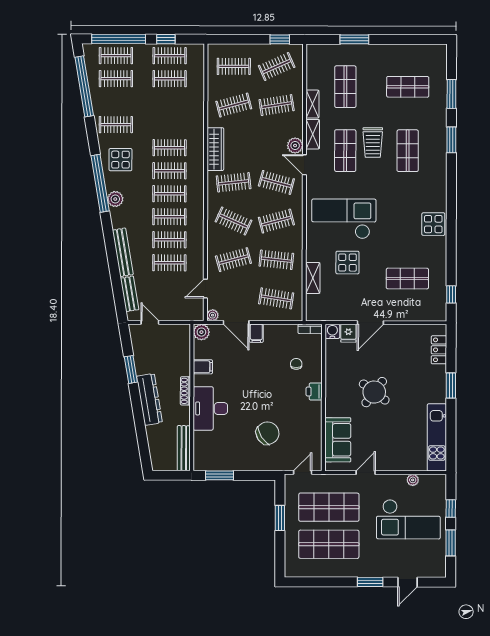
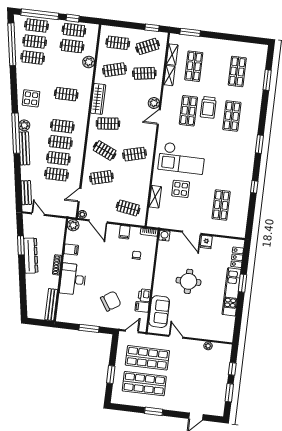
window: (354, 39) -> (190, 32), moved
shop shelf: (408, 87) -> (237, 71), turned 90
plant: (196, 99) -> (89, 62), added
clothes rail: (116, 125) -> (33, 58), moved
shelving: (313, 134) -> (172, 55), moved
window: (451, 140) -> (259, 144), moved
door: (304, 165) -> (159, 117), hinge flipped
clothes rail: (169, 171) -> (64, 110), removed
clothes rail: (276, 182) -> (138, 127), removed
window: (100, 183) -> (16, 133), moved
checkout: (344, 219) -> (182, 158), turned 180
display table: (433, 224) -> (244, 169), removed
bench: (123, 252) -> (24, 148), moved
clothes rail: (276, 260) -> (131, 181), removed
shop shelf: (407, 279) -> (221, 205), turned 90
window: (451, 294) -> (254, 187), moved
door: (370, 323) -> (192, 233), hinge flipped
filing cabinet: (256, 333) -> (125, 232), moved
fridge: (348, 333) -> (206, 242), moved
printer: (314, 392) -> (144, 295), moved
round table: (374, 392) -> (189, 281), turned -37
dresser: (149, 399) -> (31, 256), moved
filing cabinet: (313, 436) -> (142, 307), added
kitchen unit: (437, 437) -> (232, 292), moved
door: (366, 473) -> (176, 337), hinge flipped
window: (220, 475) -> (89, 328), moved
window: (280, 518) -> (111, 375), moved
checkout: (408, 519) -> (202, 373), removed
window: (370, 582) -> (154, 411), moved

